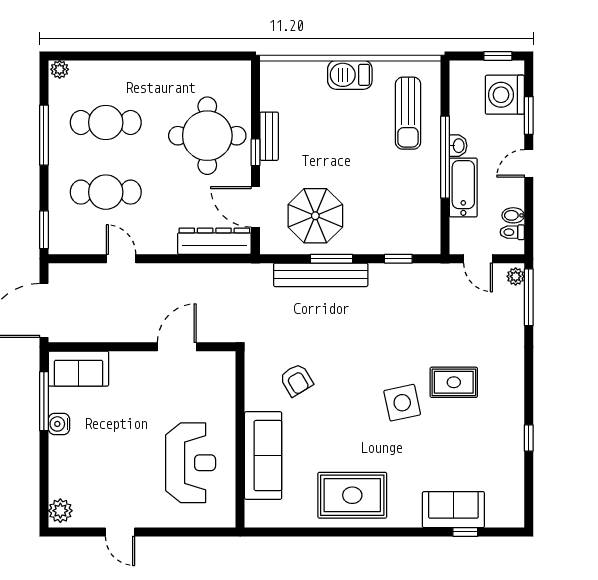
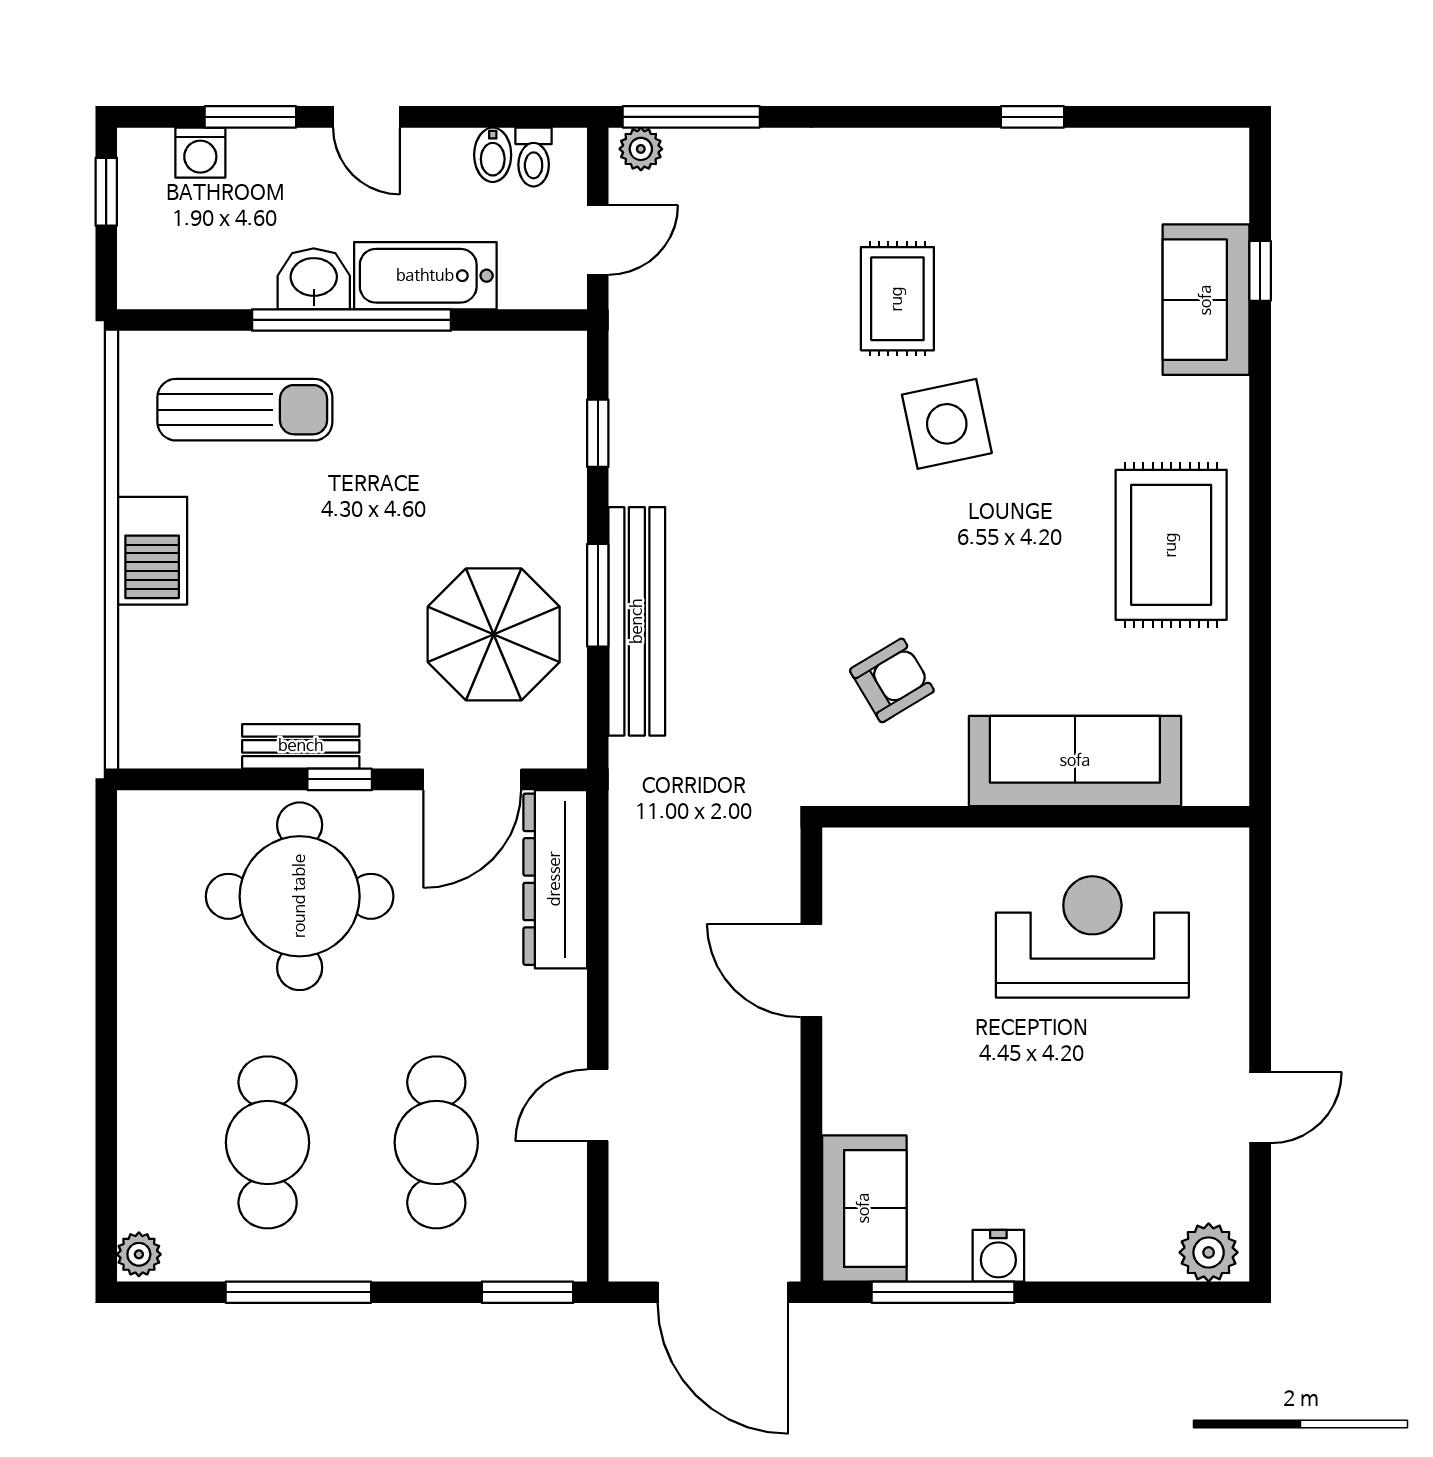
washing machine: (505, 95) -> (200, 153), width x0.53, depth x0.53
washbasin: (458, 146) -> (314, 279), width x1.38, depth x1.45

